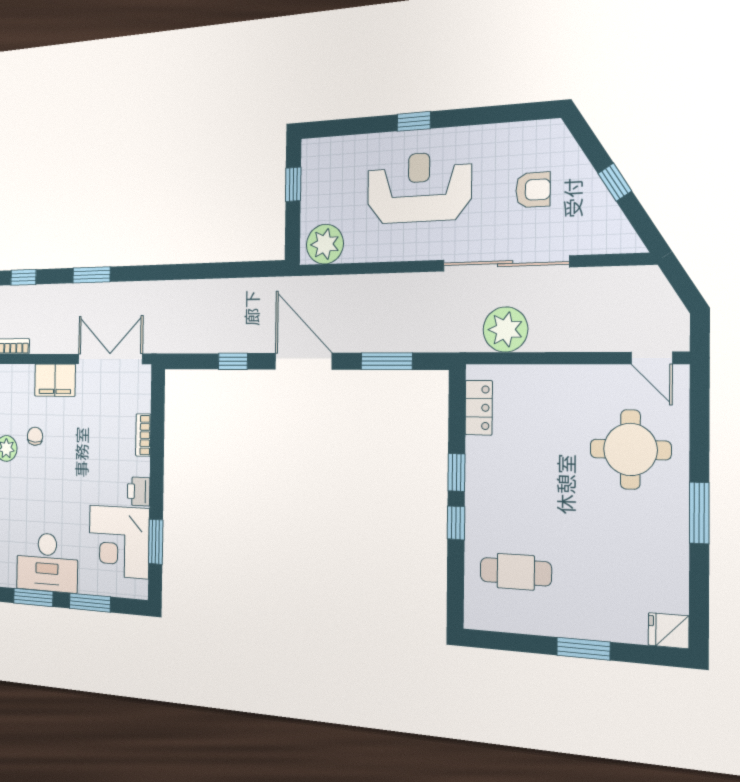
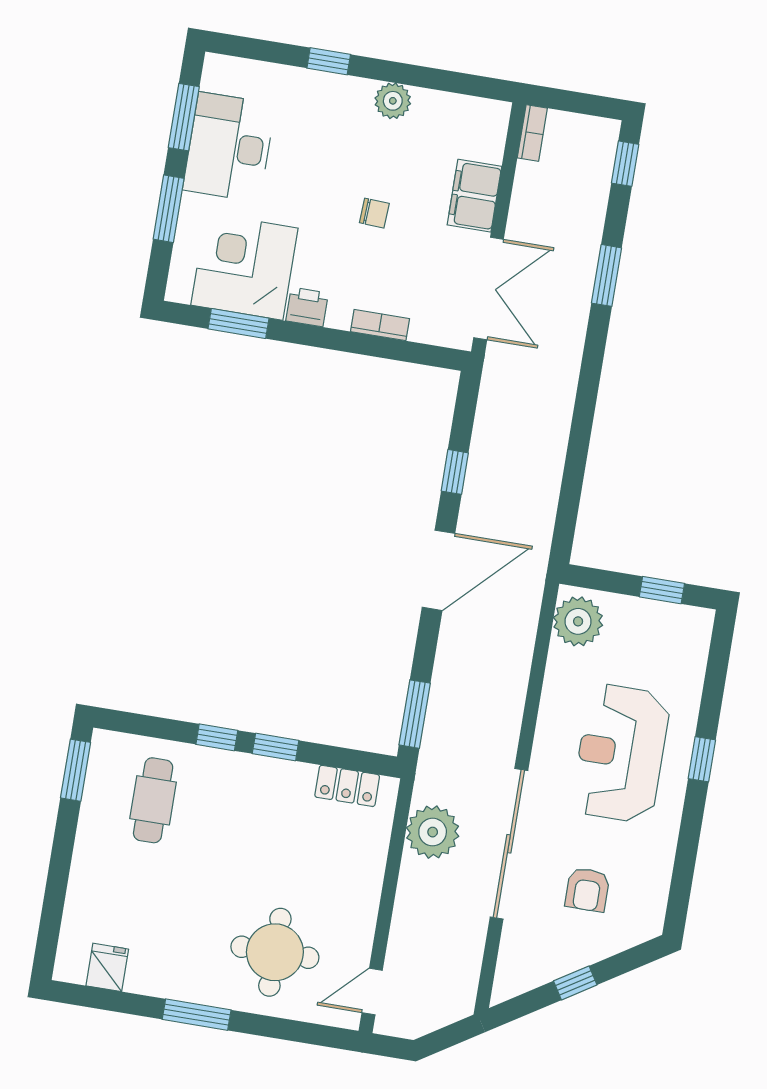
reception desk: (419, 188) -> (621, 753), turned 180
window: (387, 361) -> (415, 714), moved
chair: (35, 436) -> (374, 213), moved
fridge: (669, 631) -> (107, 967), moved
window: (583, 649) -> (76, 770), moved

